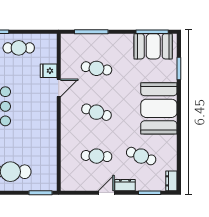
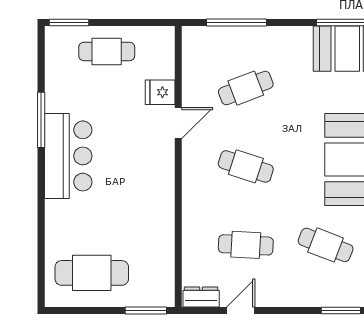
cafe table: (96, 68) -> (246, 88), turned -30
dresser: (125, 185) -> (201, 297), moved
door: (106, 193) -> (241, 310), moved

